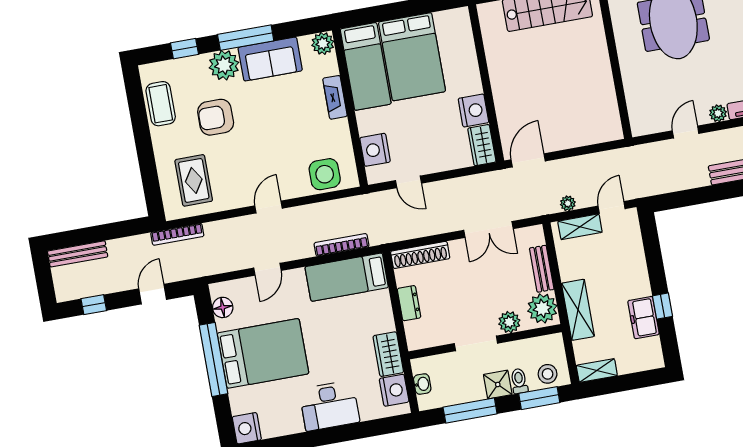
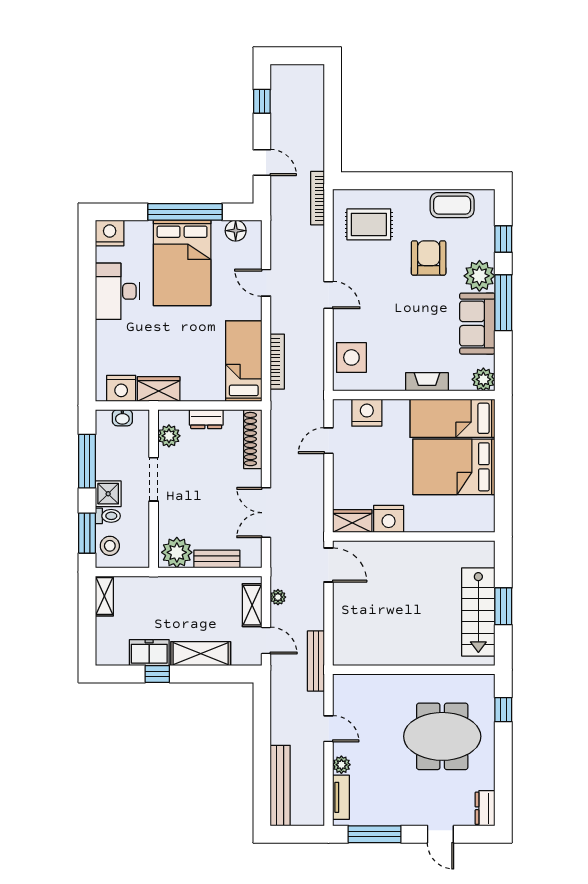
bench: (78, 254) -> (316, 661), moved
shelving: (578, 310) -> (201, 654), moved
plant: (509, 322) -> (169, 436), moved
desk: (329, 406) -> (117, 291), moved

